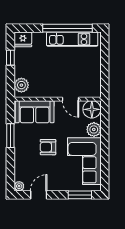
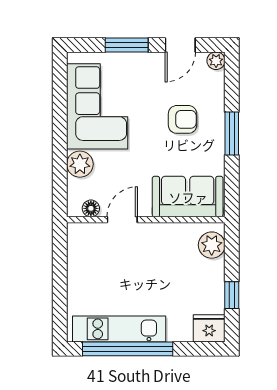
door: (71, 99) -> (122, 220), hinge flipped
floor lamp: (92, 109) -> (91, 208), width x0.53, depth x0.53
window: (10, 136) -> (232, 134), moved
armchair: (48, 147) -> (183, 119), moved
window: (80, 195) -> (127, 45), moved

